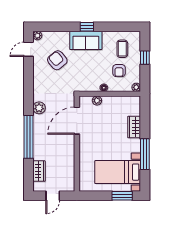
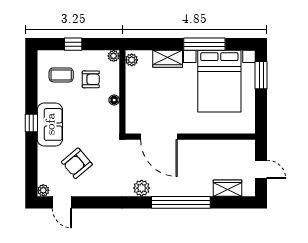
plant: (97, 101) -> (132, 60), moved
bed with nightstands: (118, 172) -> (219, 81), width x1.36

